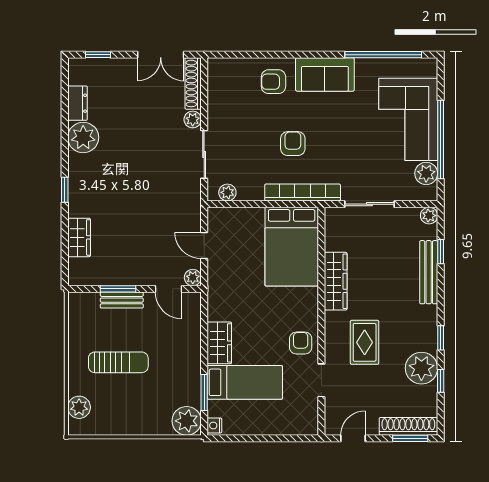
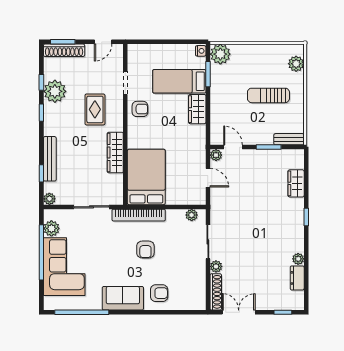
plant: (83, 137) -> (298, 259), width x0.53, depth x0.53
bench: (122, 300) -> (289, 139), moved
armchair: (301, 343) -> (140, 109), turned -90

